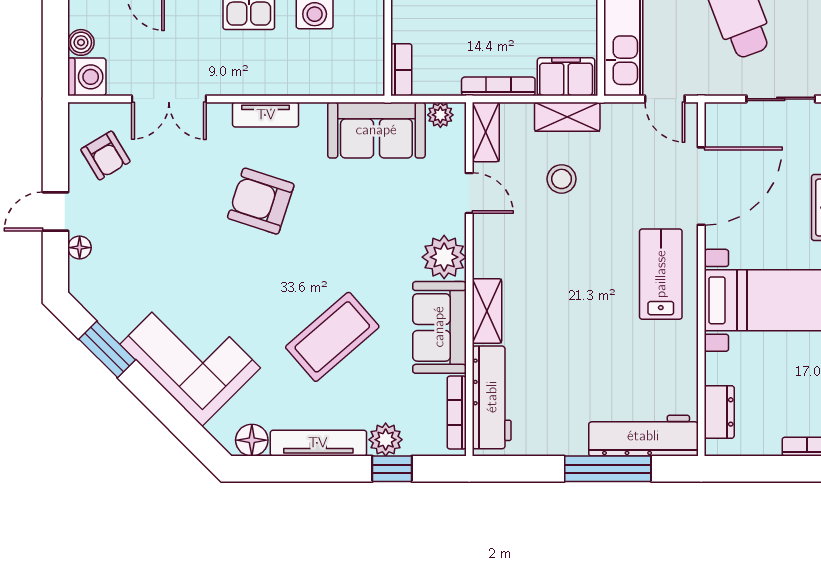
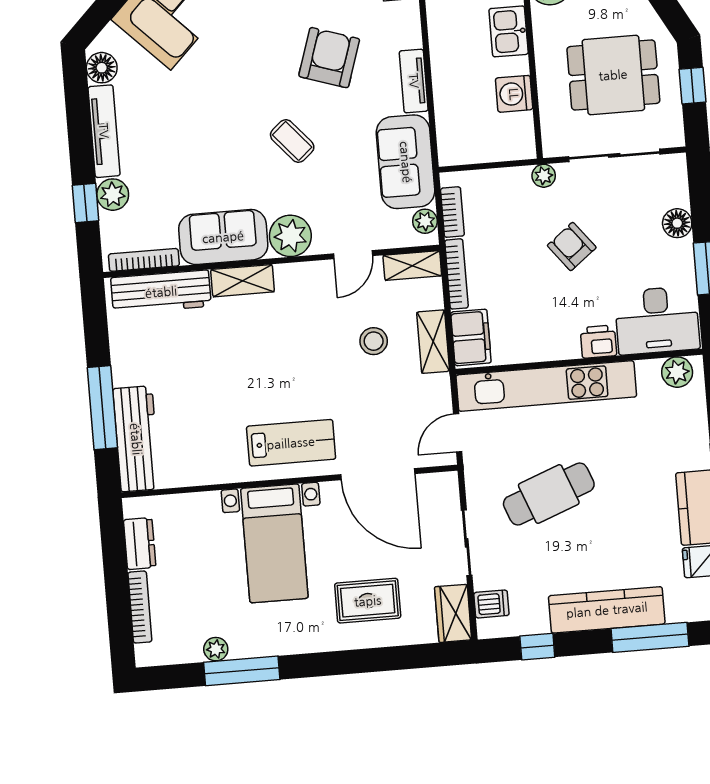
bookcase: (401, 70) -> (452, 212), moved, turned -90
tv unit: (266, 115) -> (414, 81), moved
coffee table: (332, 337) -> (292, 141), moved, width x0.54, depth x0.58
dresser: (719, 412) -> (140, 544), moved, turned -90

